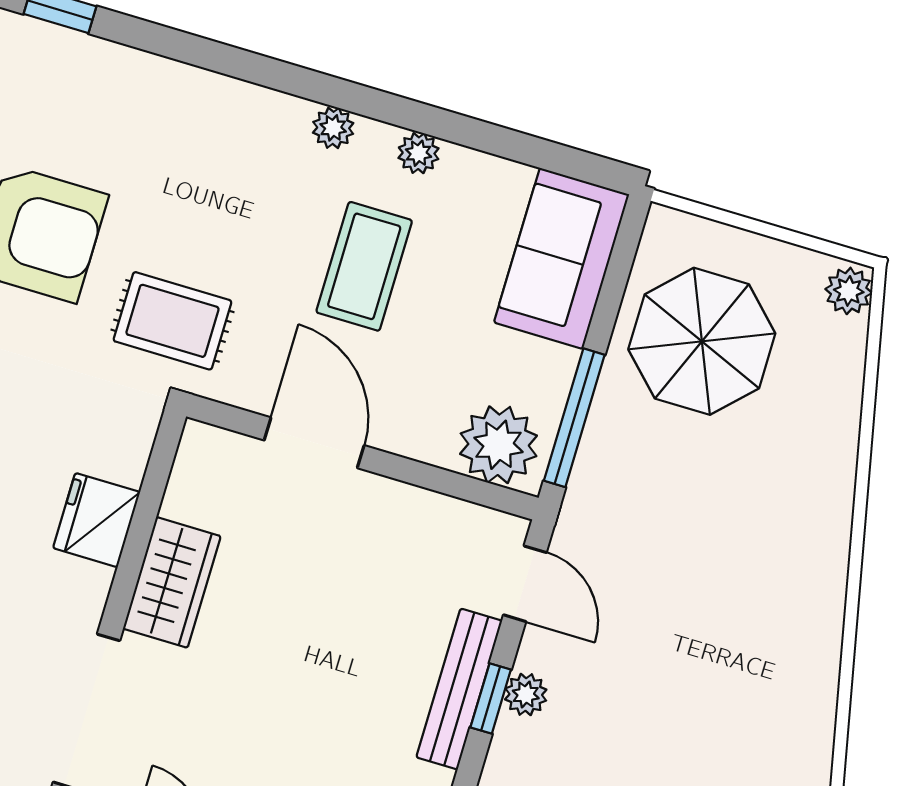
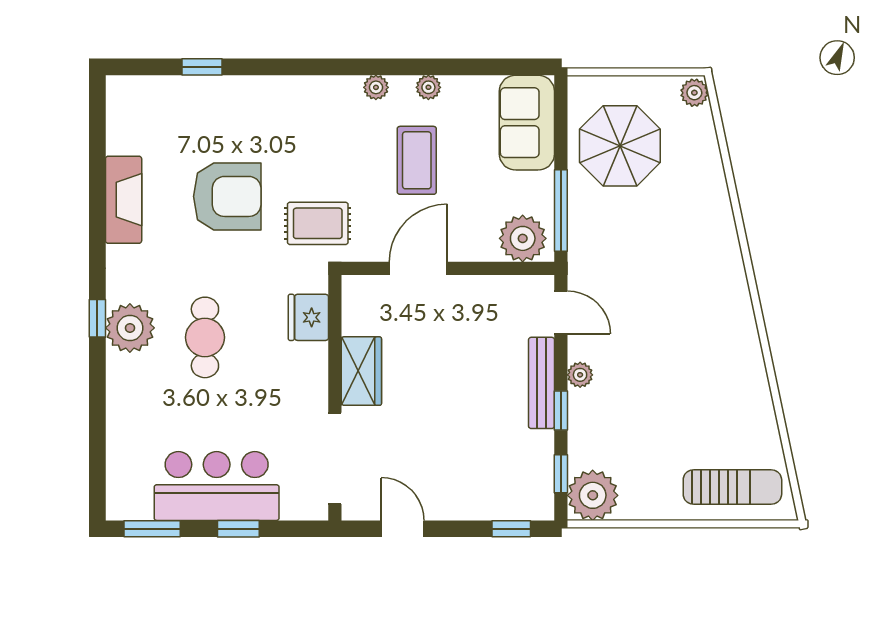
door: (314, 443) -> (418, 268), hinge flipped
fridge: (97, 520) -> (308, 317), moved
window: (491, 698) -> (561, 411), moved

